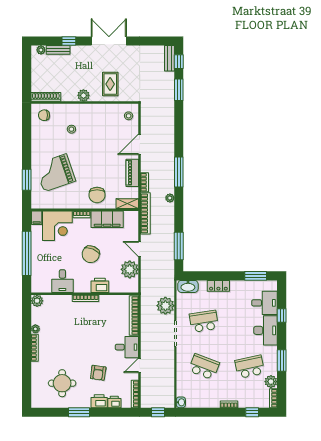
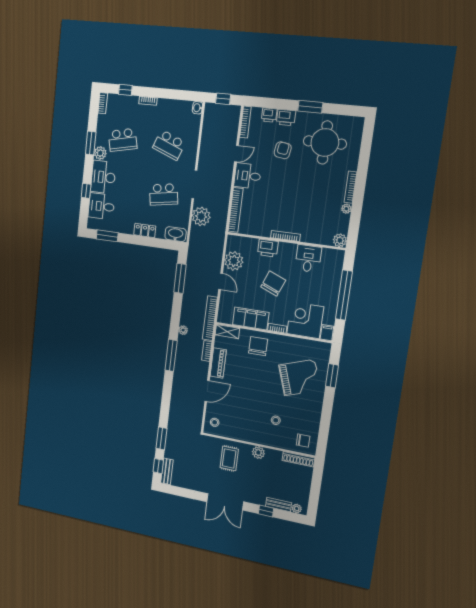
plant: (271, 382) -> (100, 153), moved
round table: (62, 383) -> (325, 142), width x1.36, depth x1.36

